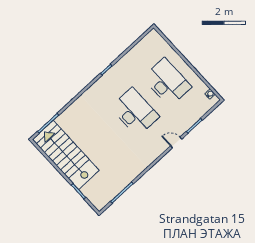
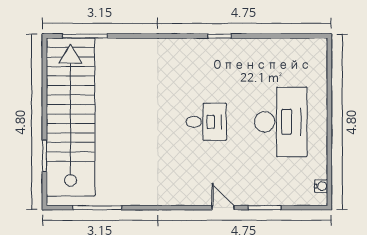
desk: (135, 112) -> (206, 122), width x0.53, depth x0.77
stairs: (66, 155) -> (70, 117), width x1.36

